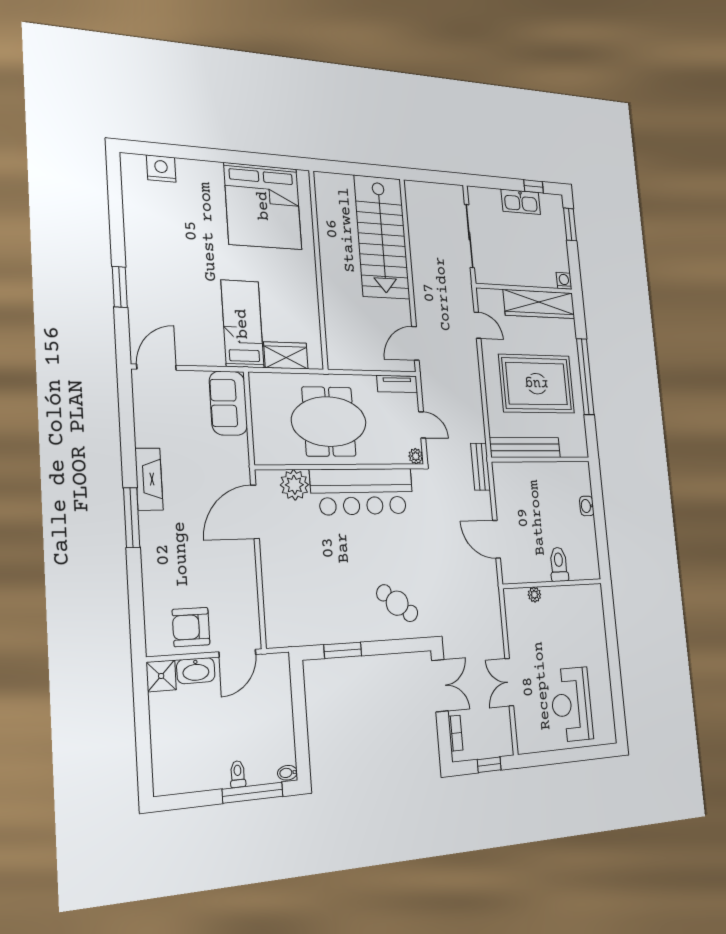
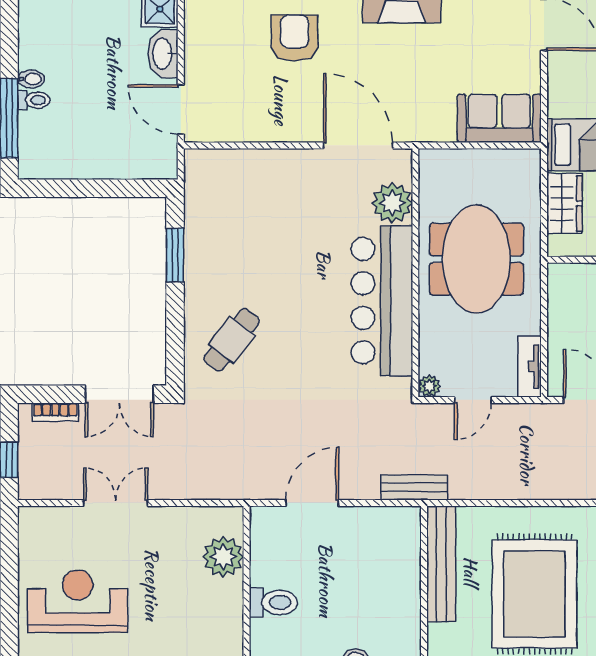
plant: (534, 595) -> (223, 557), width x1.88, depth x1.88
armchair: (191, 627) -> (295, 38), moved
bidet: (287, 773) -> (31, 79), moved, turned 90

